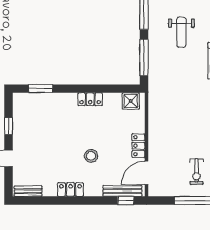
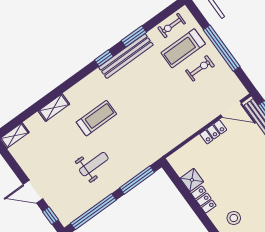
shower: (131, 101) -> (192, 180), moved
stool: (91, 156) -> (234, 218), moved

